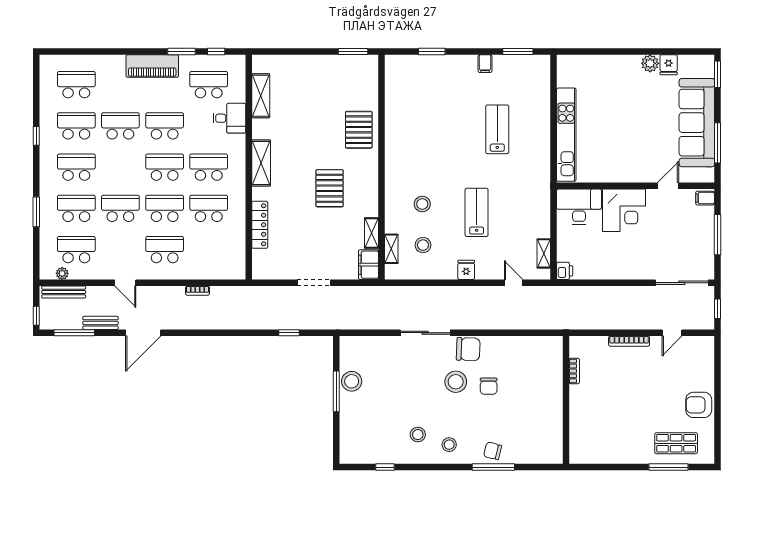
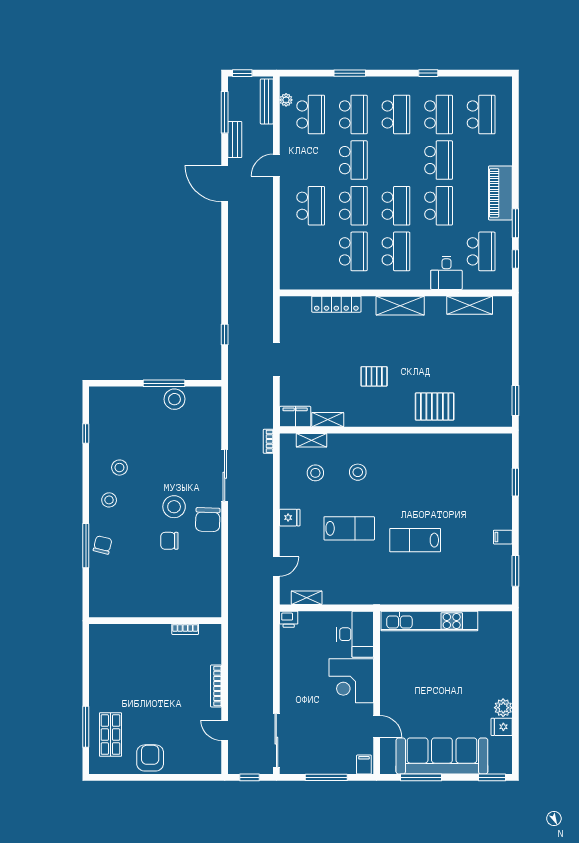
lab bench: (497, 129) -> (415, 540), moved, turned 180
pallet: (330, 188) -> (374, 376), width x0.67, depth x0.71
bookcase: (198, 291) -> (268, 441), moved

